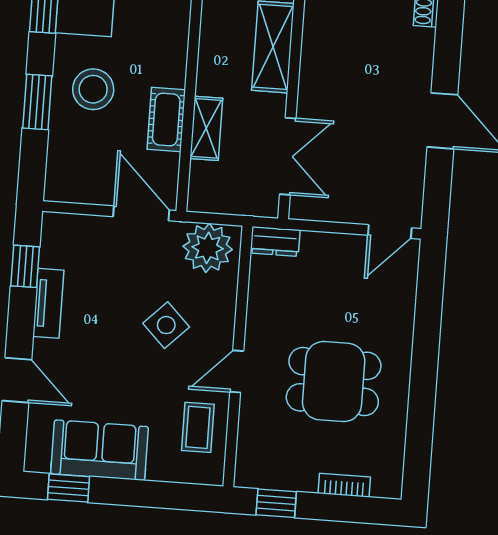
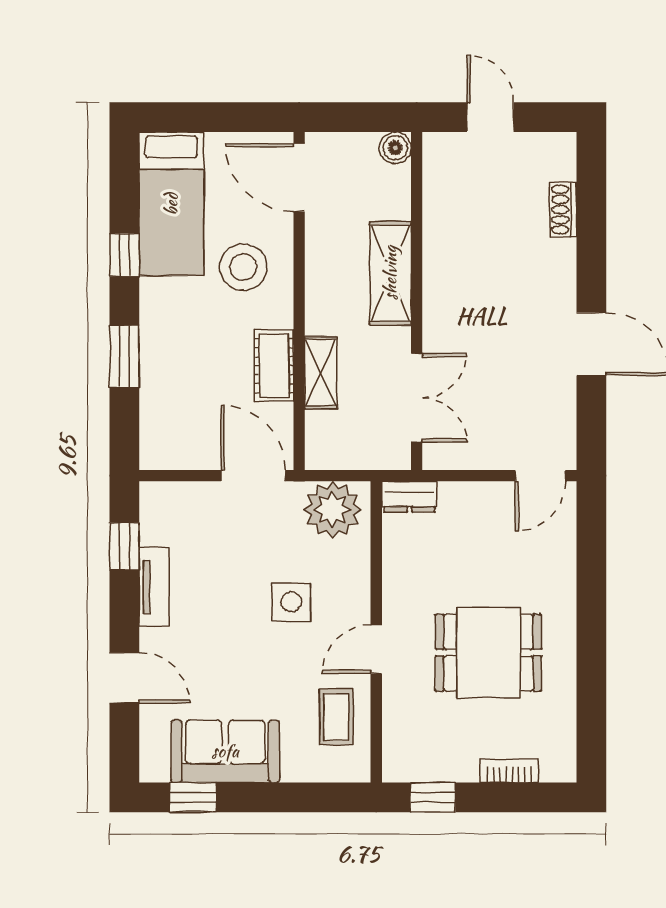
stool: (93, 89) -> (243, 267), moved
side table: (166, 325) -> (291, 602), turned 45

